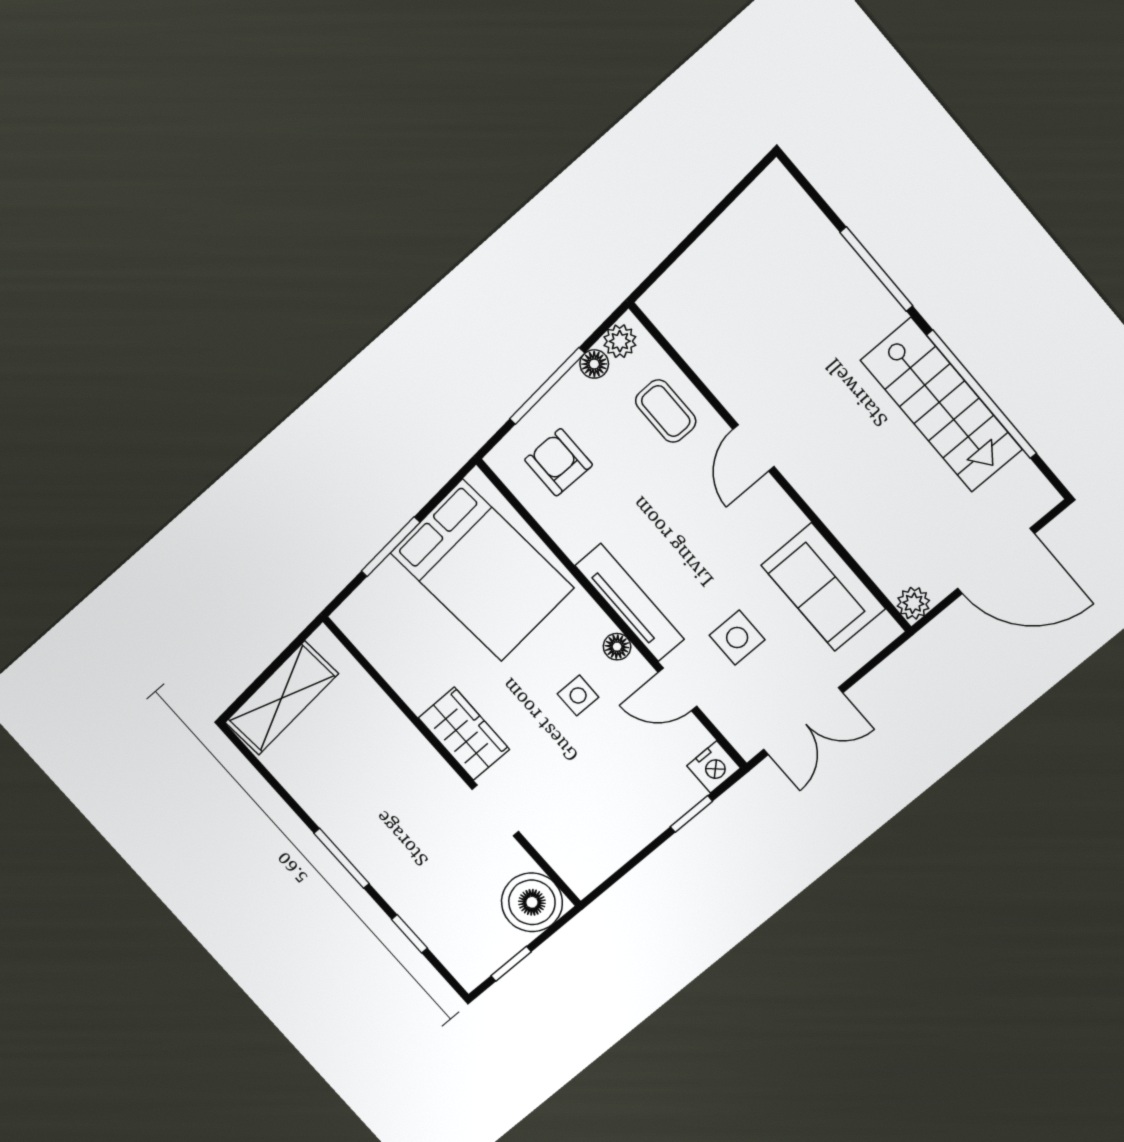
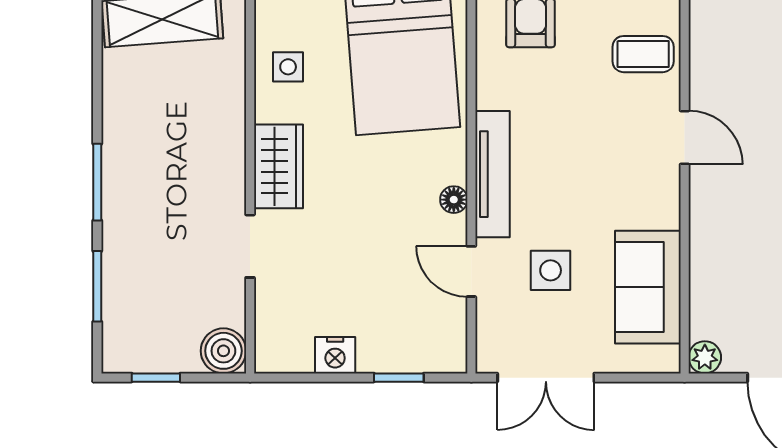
coffee table: (666, 411) -> (643, 54), turned 90
door: (753, 448) -> (685, 137), swing flipped
side table: (578, 695) -> (288, 67), moved
nightstand: (714, 767) -> (335, 355), moved
boiler: (532, 902) -> (223, 351), width x0.73, depth x0.73
window: (409, 934) -> (97, 286), width x1.50

